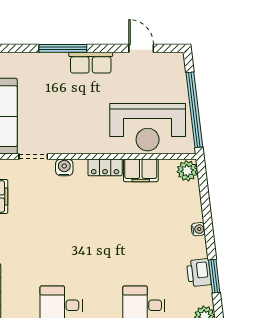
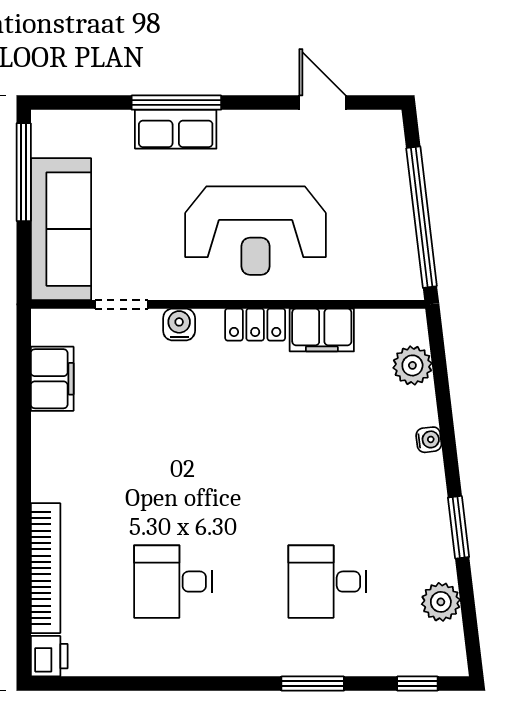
row of seats: (91, 63) -> (176, 129), moved
reception desk: (148, 127) -> (256, 231), moved
plant: (187, 171) -> (412, 365), moved
printer: (199, 273) -> (430, 521), removed

